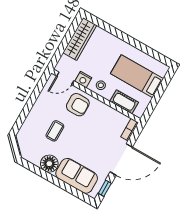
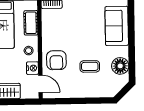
armchair: (78, 105) -> (56, 60), turned 180
floor lamp: (49, 164) -> (120, 66), moved

